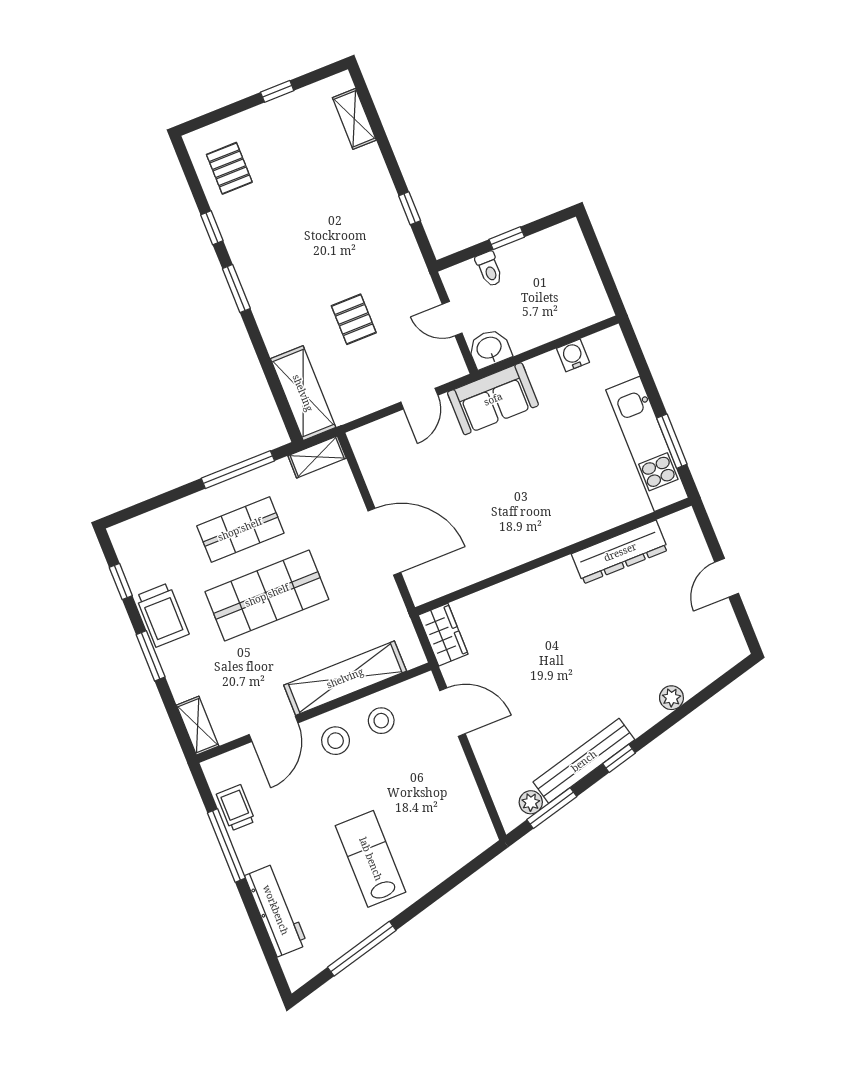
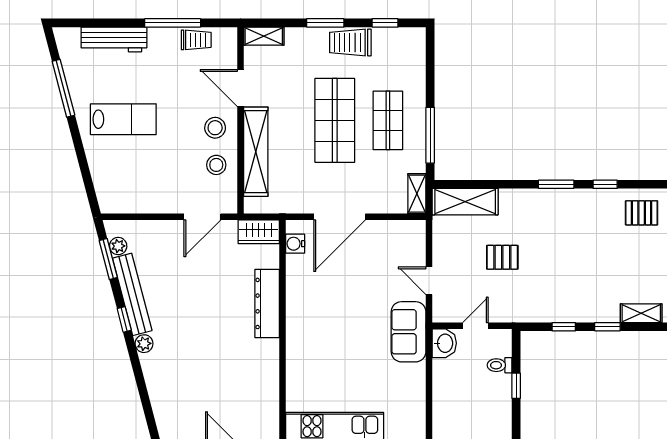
window: (388, 154) -> (607, 327), added
water cooler: (573, 355) -> (295, 244), moved, turned 180
dresser: (620, 552) -> (267, 303), moved
plant: (671, 698) -> (144, 344), moved

